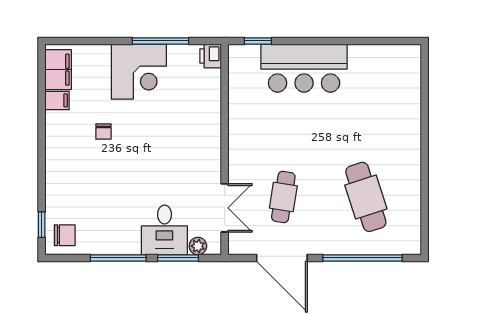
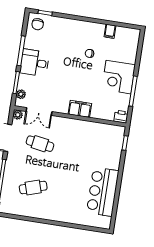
bar counter: (304, 68) -> (103, 192), moved
filing cabinet: (58, 70) -> (80, 109), moved, turned 180
cafe table: (366, 197) -> (33, 187), width x0.73, depth x0.74
desk: (164, 230) -> (35, 63), moved
plant: (237, 246) -> (18, 115), added

